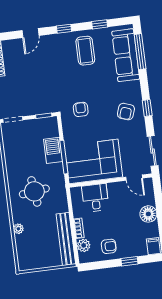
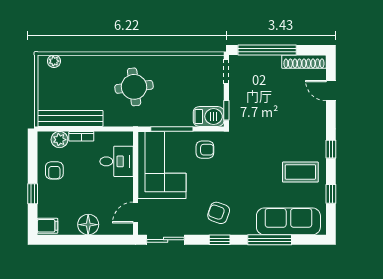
door: (30, 33) -> (331, 91), moved
window: (140, 52) -> (270, 240), moved
armchair: (81, 109) -> (205, 150), moved
barbecue: (53, 150) -> (209, 117), moved
plant: (18, 229) -> (54, 61), moved

